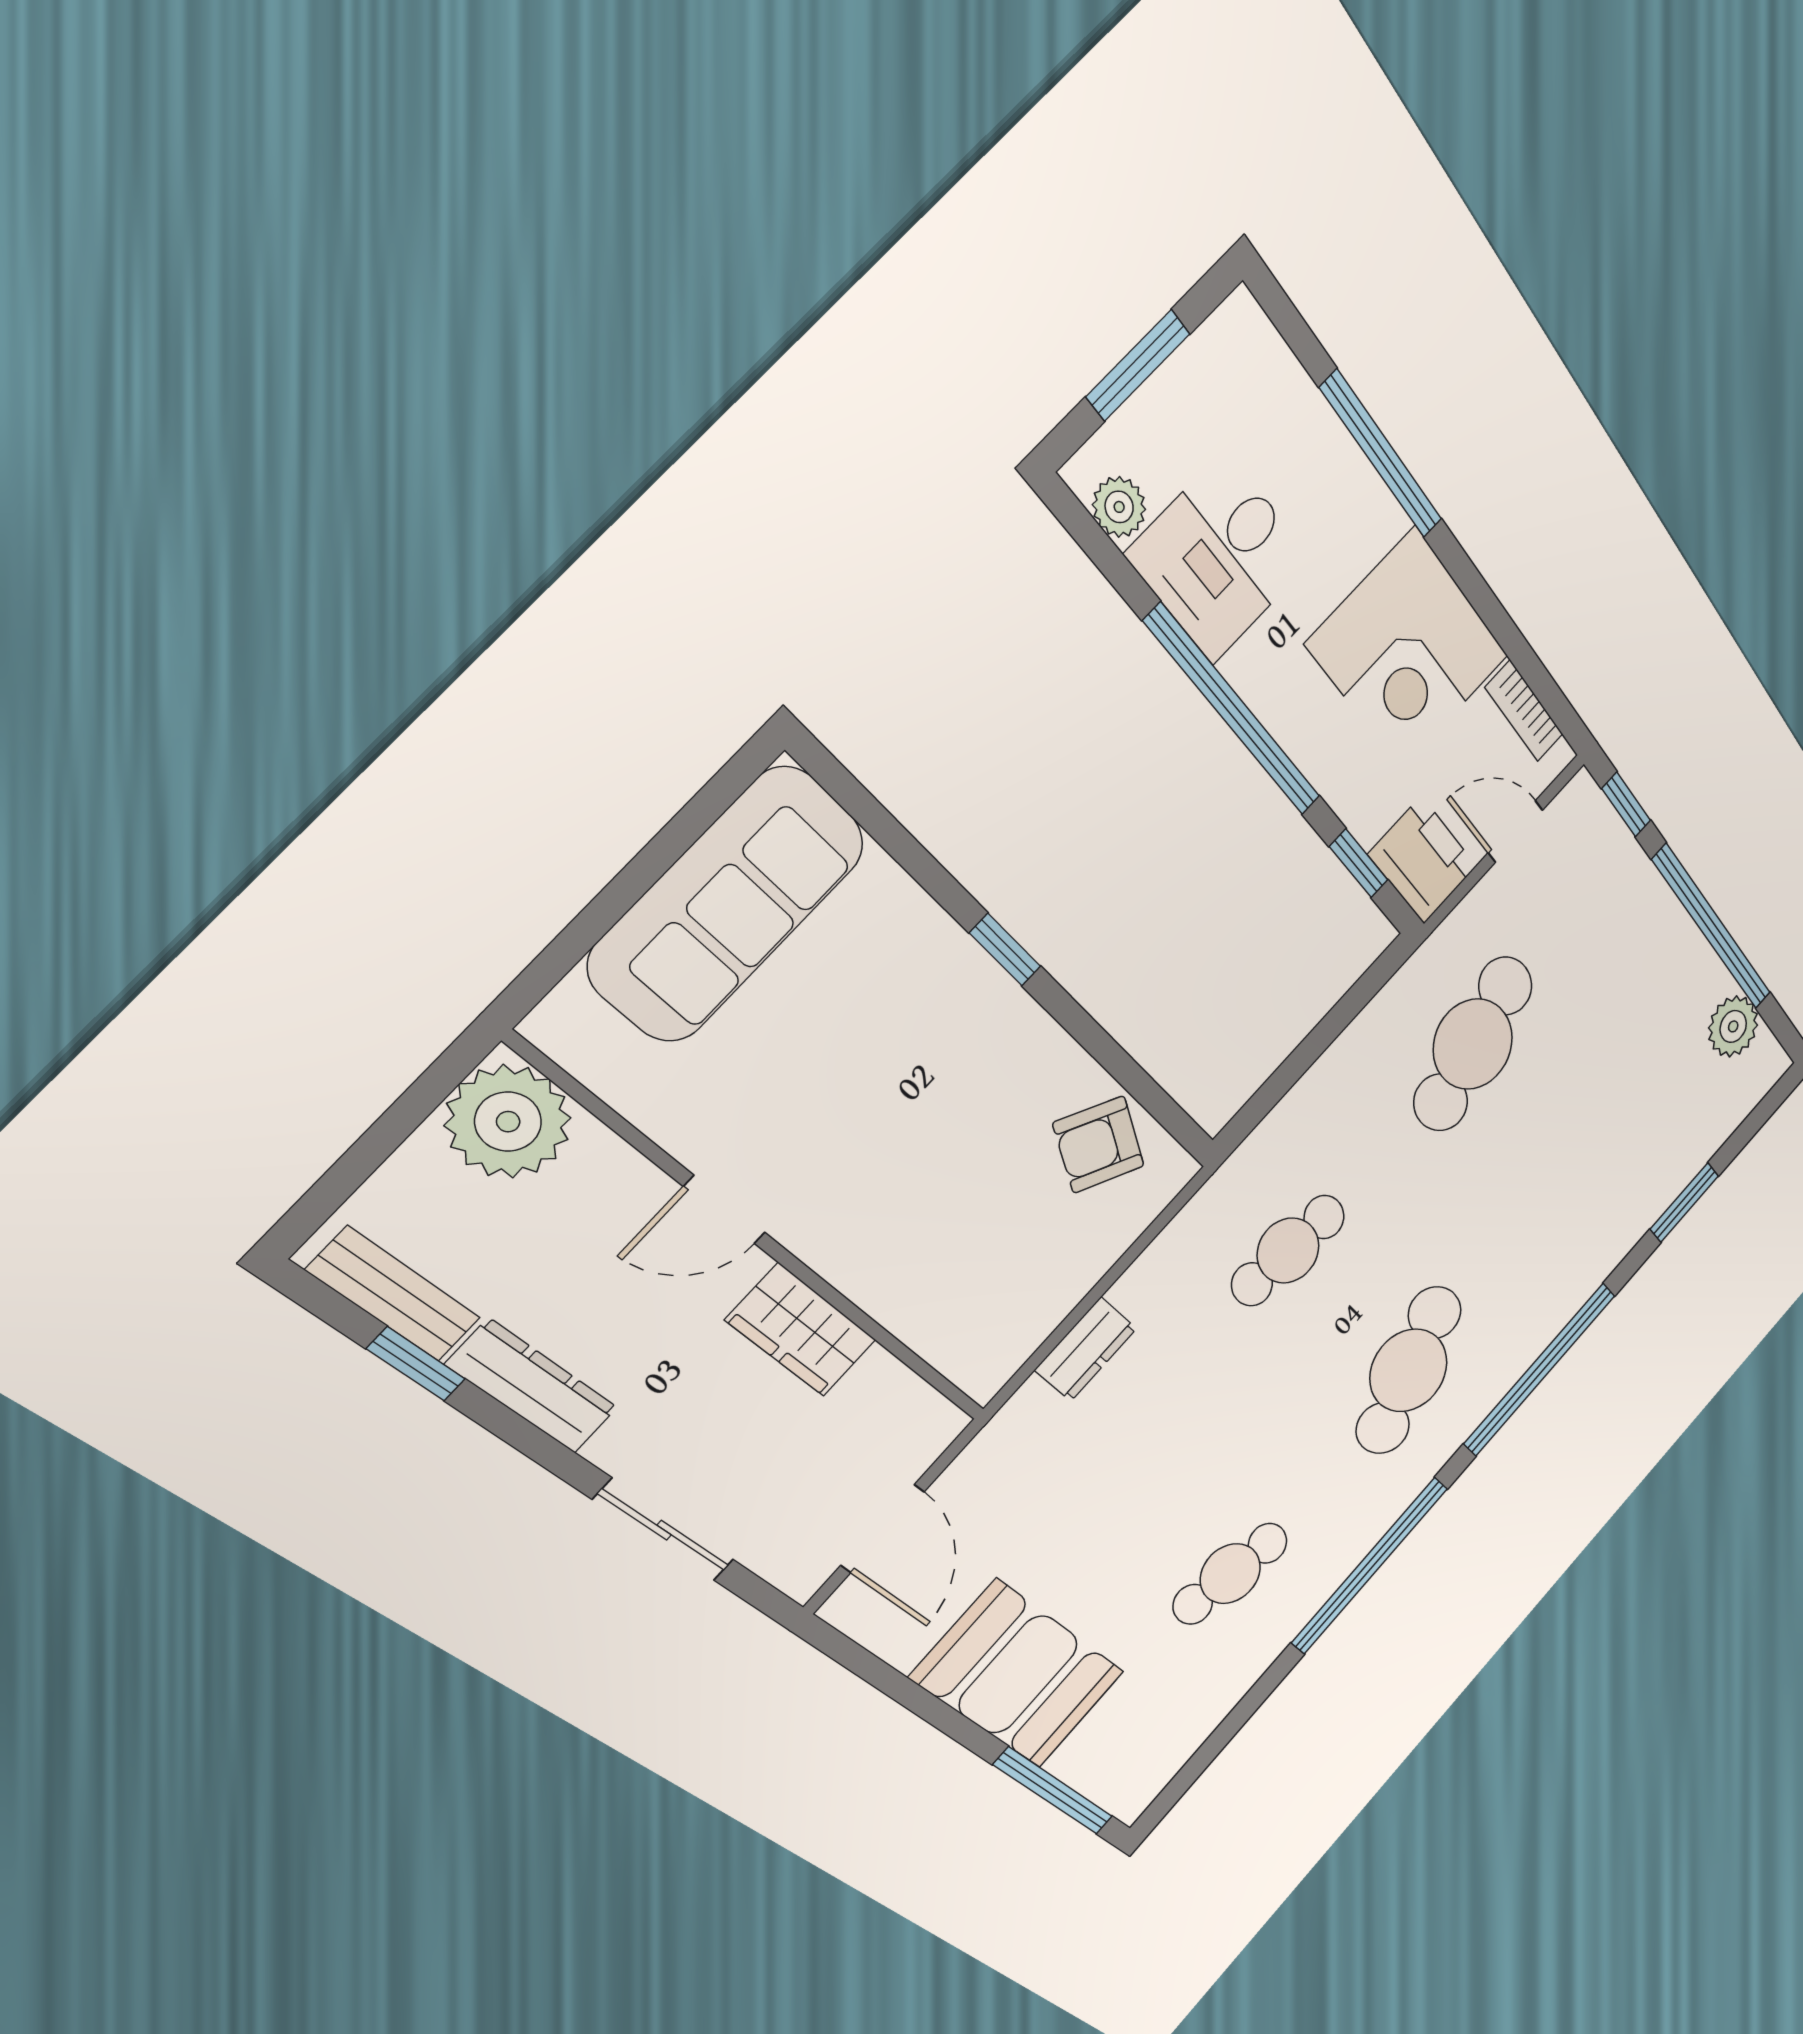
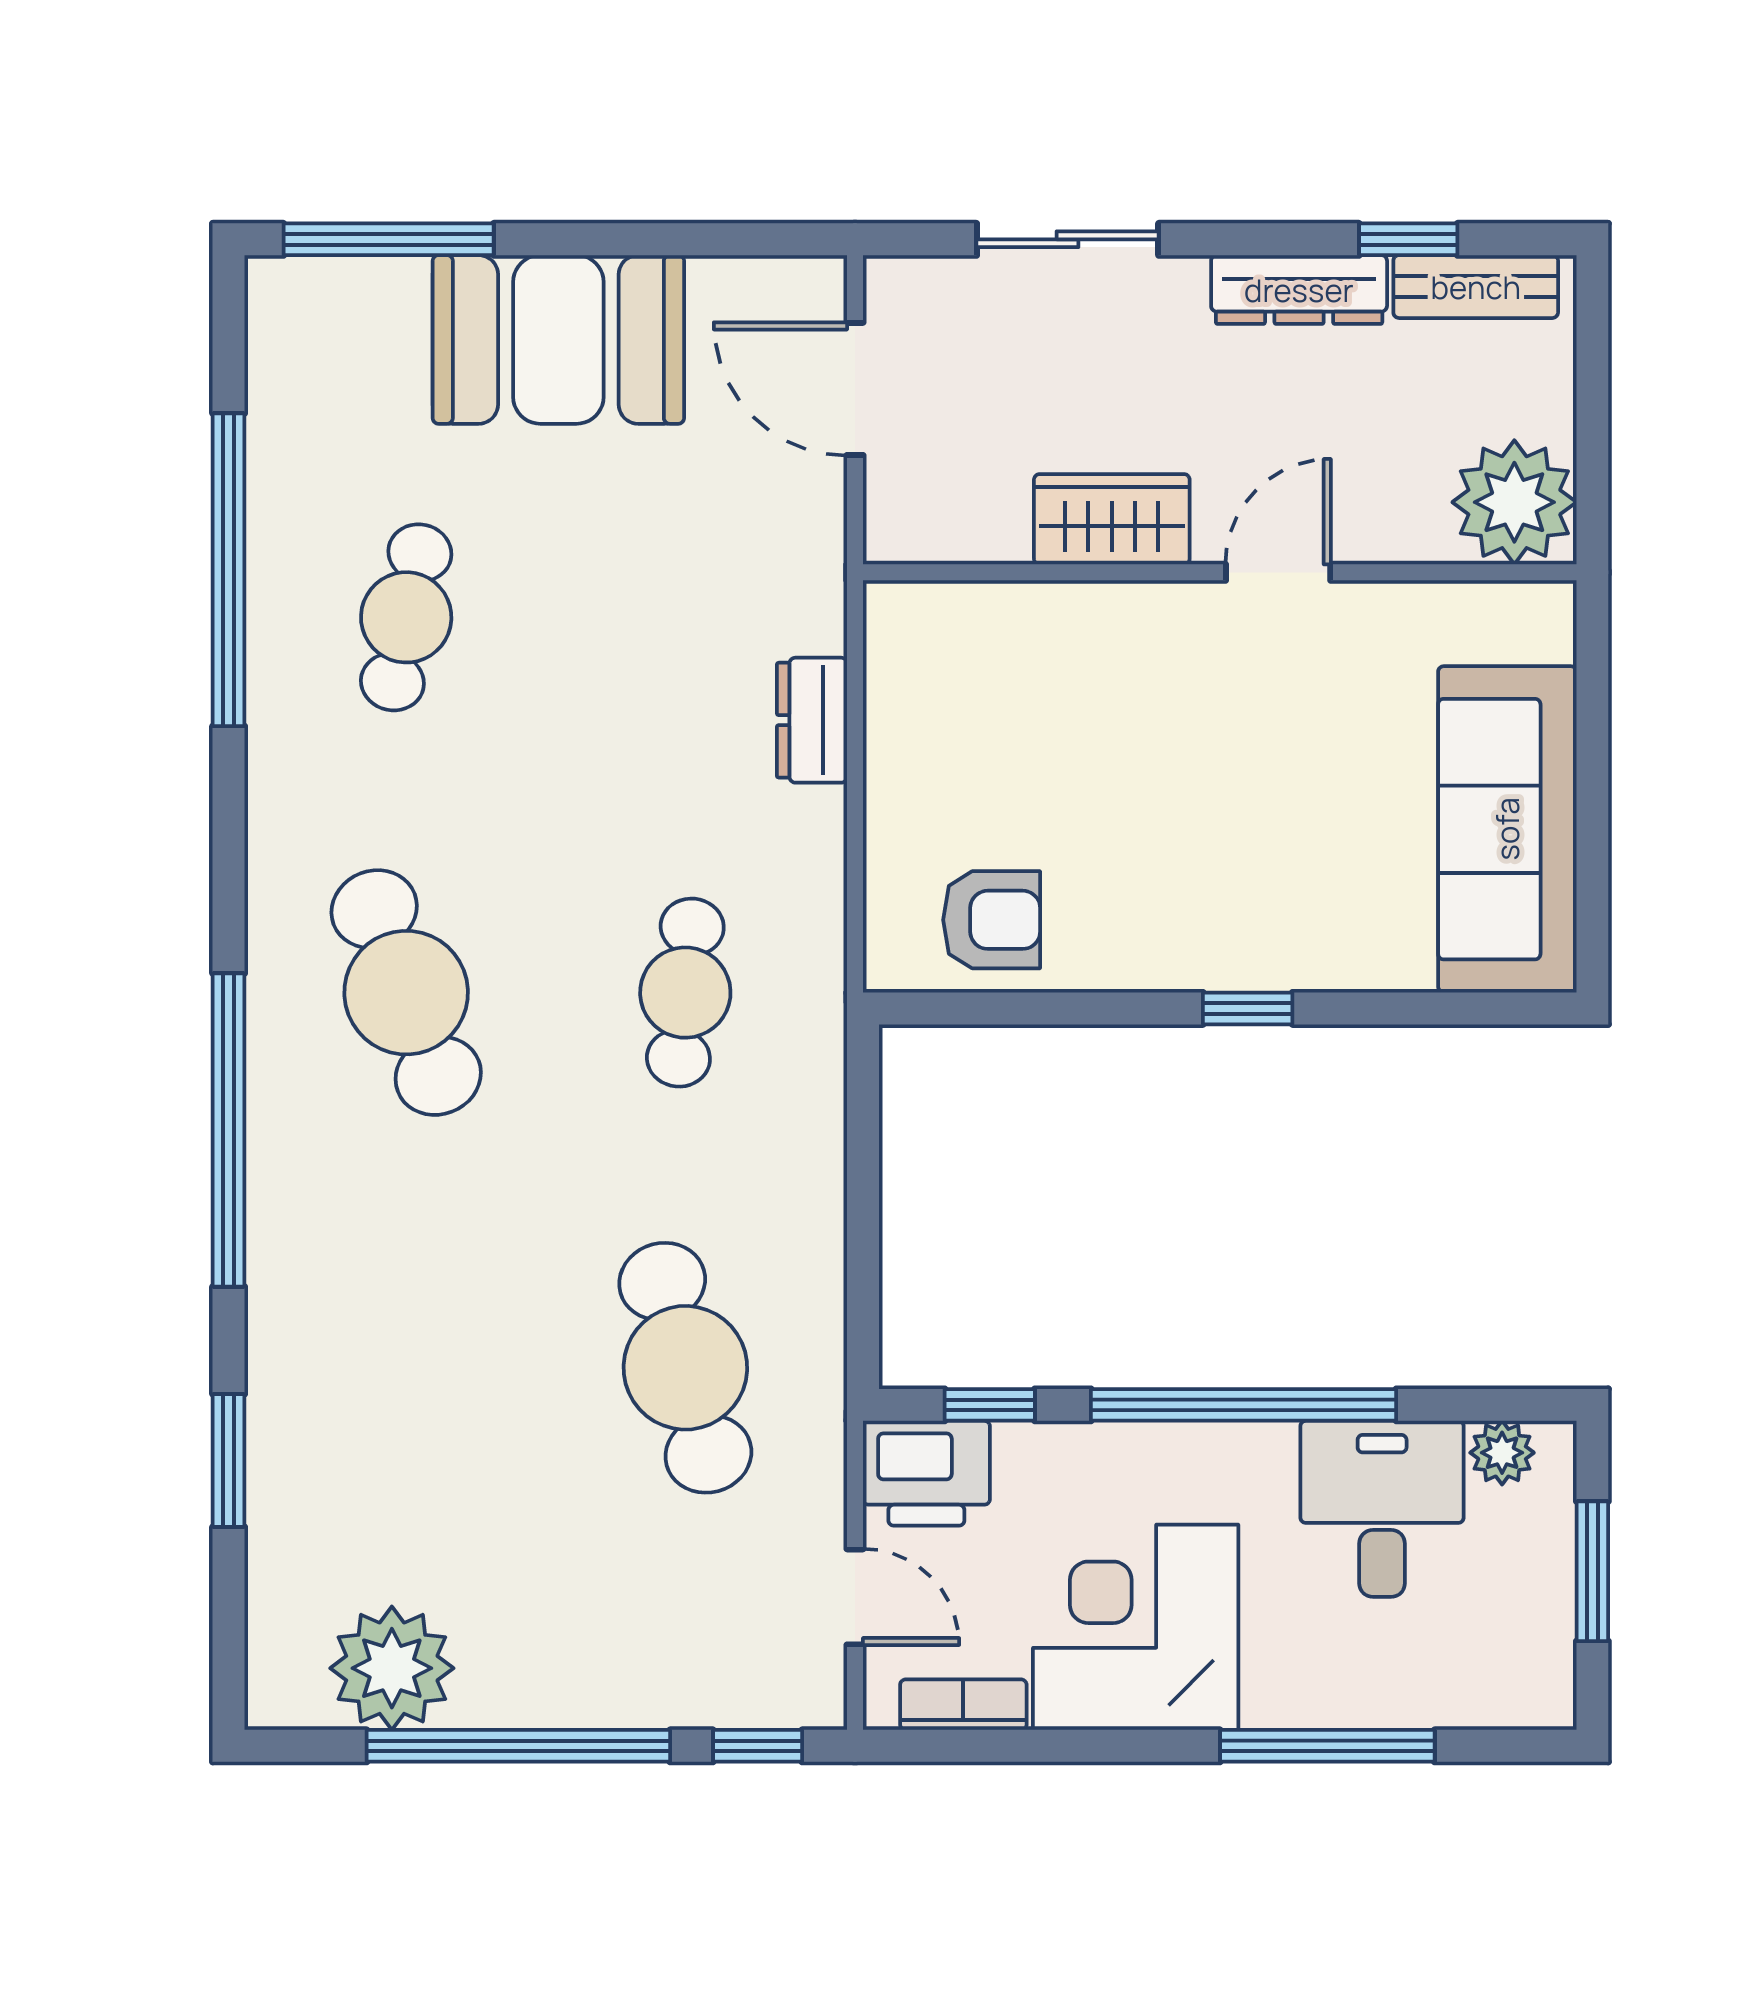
door: (1515, 832) -> (855, 1597), hinge flipped
plant: (1733, 1026) -> (392, 1668), width x1.36, depth x1.36
armchair: (1099, 1145) -> (992, 920), turned 62
window: (1370, 1565) -> (229, 570), moved

